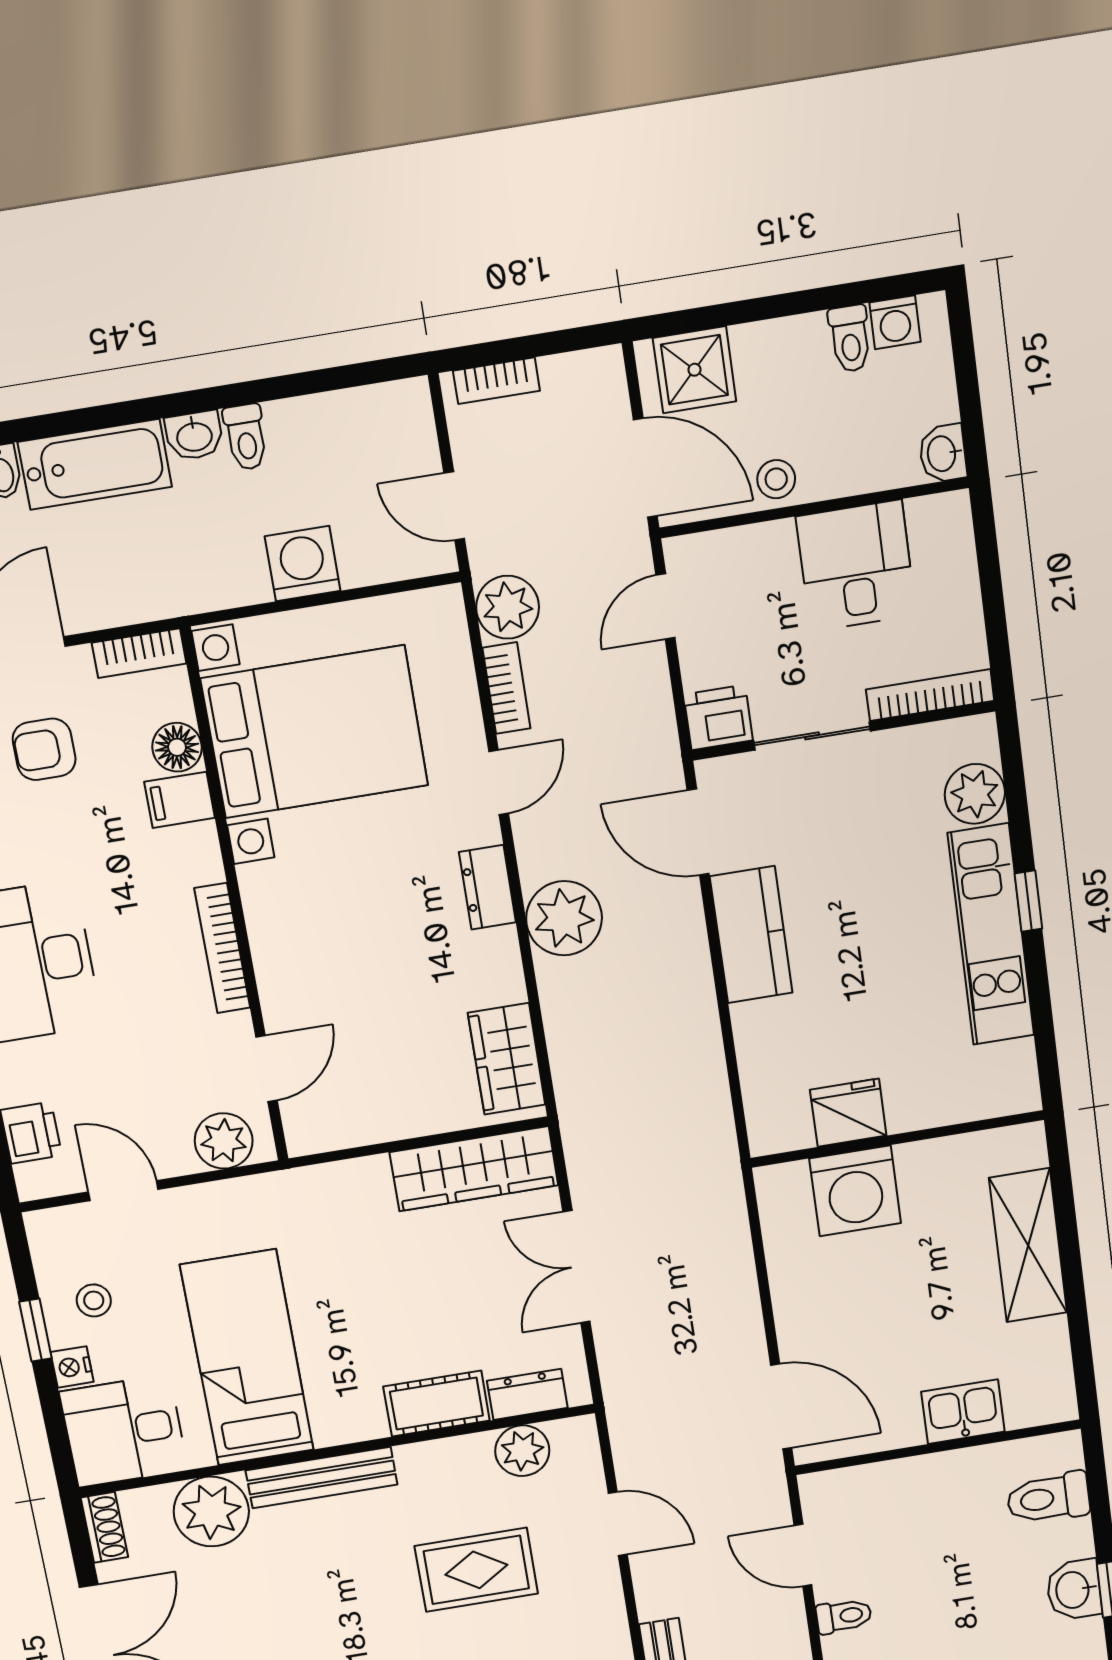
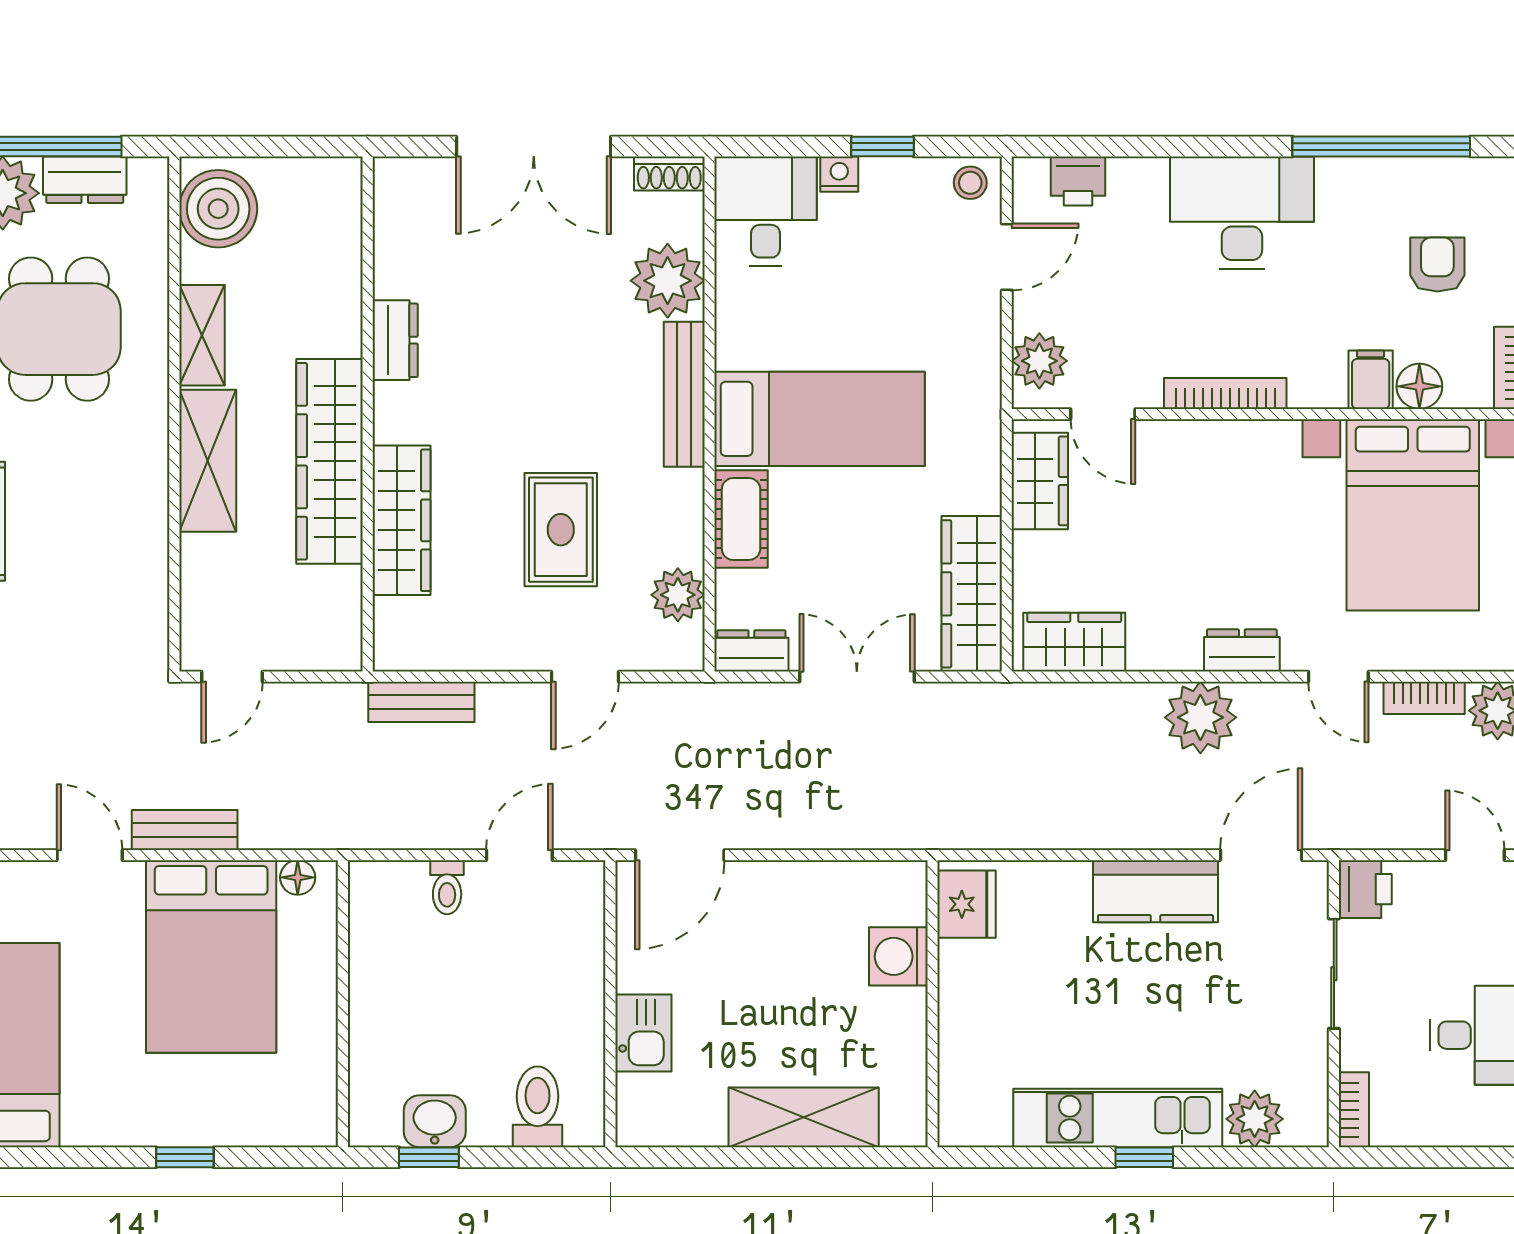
bookcase: (930, 695) -> (1354, 1110), width x0.64
fridge: (848, 1113) -> (966, 904), moved
wardrobe: (347, 1120) -> (1040, 481), added
washing machine: (855, 1191) -> (898, 956), width x0.73, depth x0.73
stool: (94, 1300) -> (970, 183), moved
bed: (247, 1358) -> (820, 419), moved
dresser: (527, 1394) -> (751, 651), moved, turned -90

